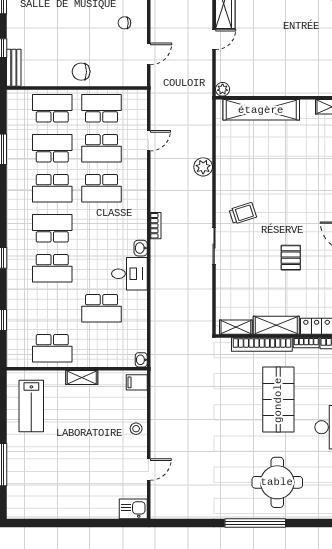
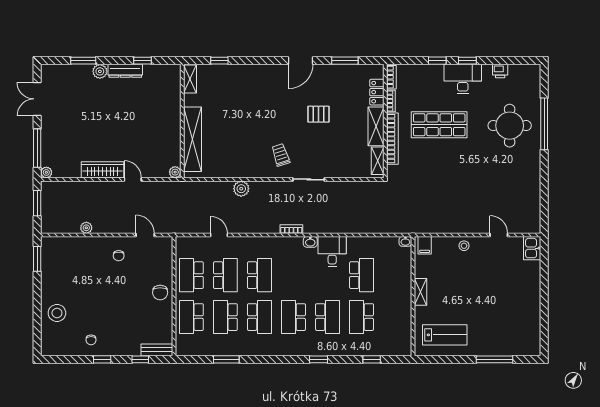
school desk: (52, 348) -> (362, 317), moved, turned 180
window: (255, 523) -> (544, 124), moved

